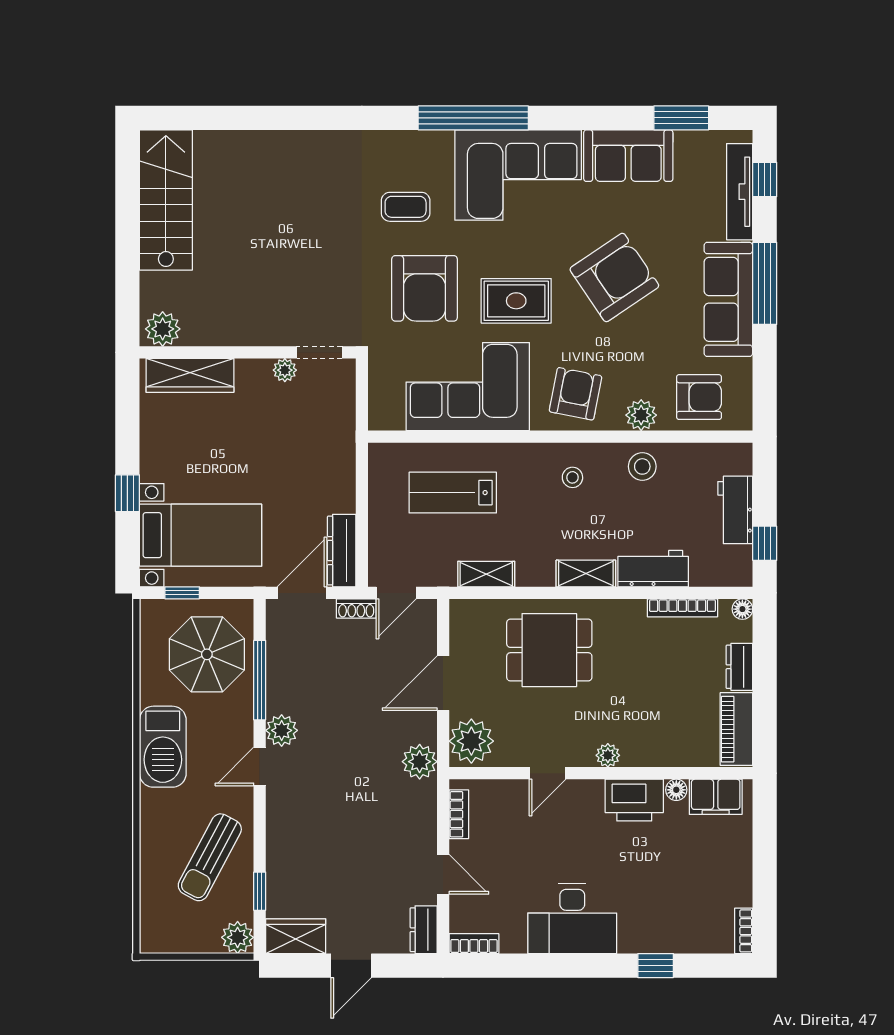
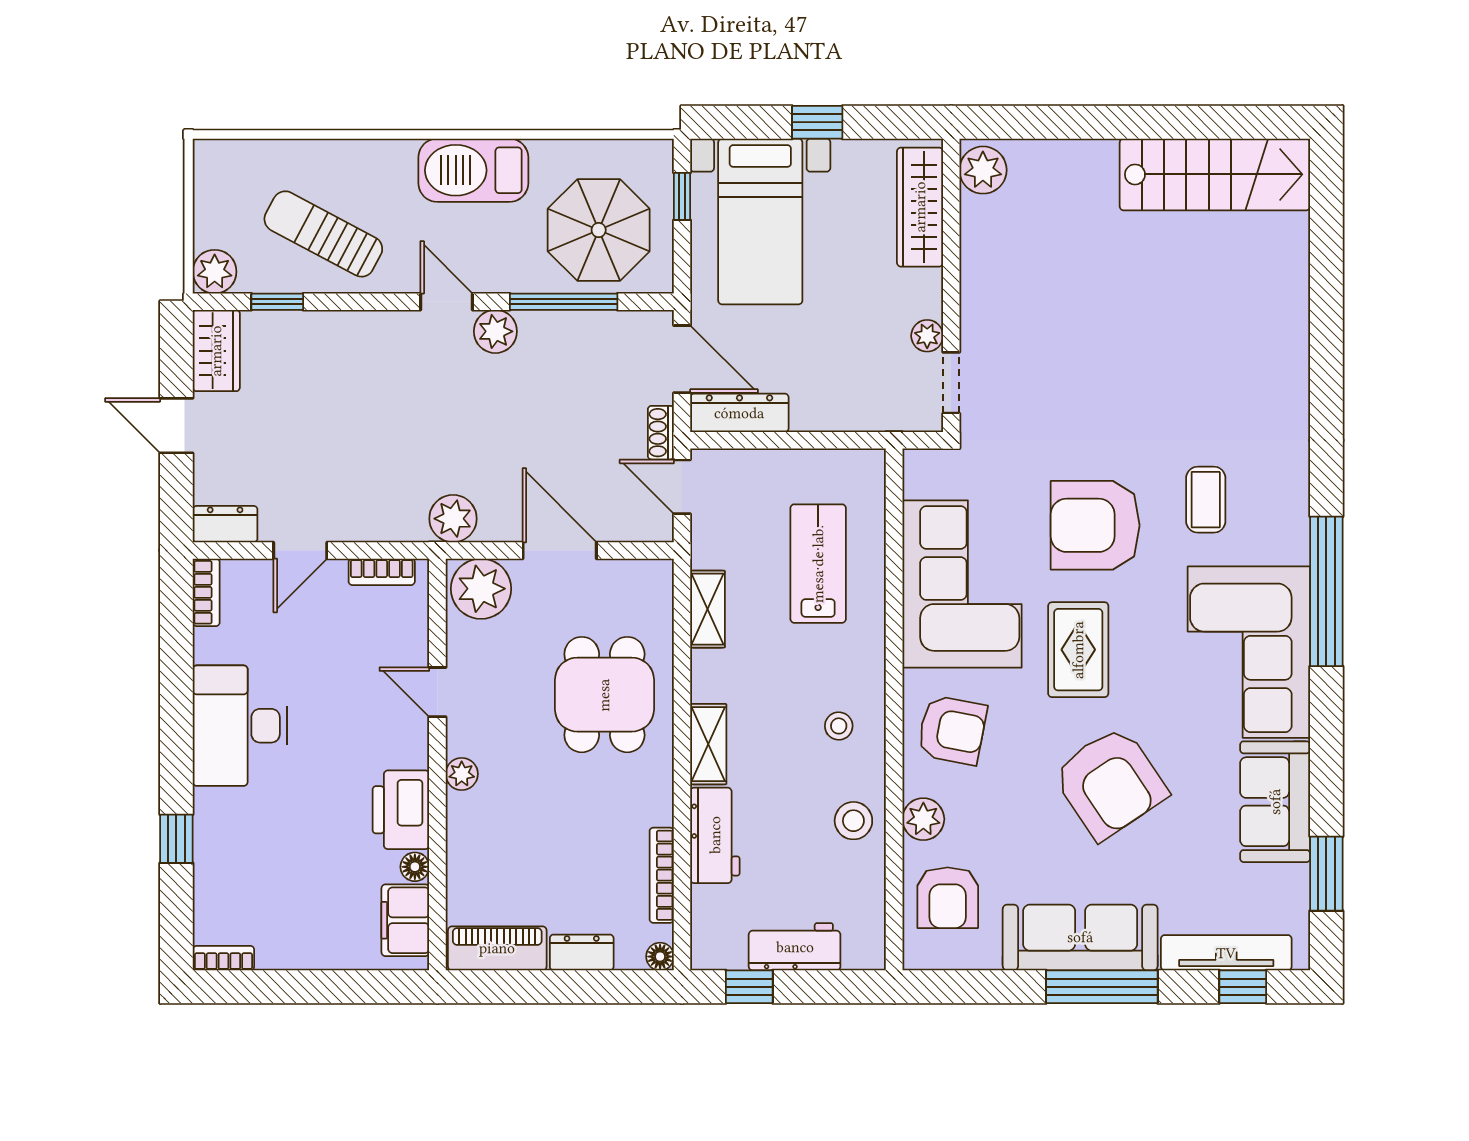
plant: (163, 329) -> (983, 170), moved
wall: (248, 352) -> (951, 285), moved
doorway: (319, 352) -> (951, 383), moved
plant: (285, 370) -> (927, 336), moved
wardrobe: (190, 375) -> (920, 207), moved

